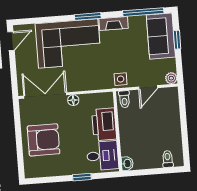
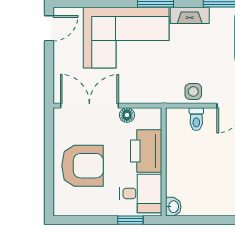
printer: (104, 124) -> (146, 151), moved
wall: (118, 131) -> (164, 162), moved
desk: (103, 156) -> (141, 193), moved
washbasin: (127, 164) -> (173, 207), moved

